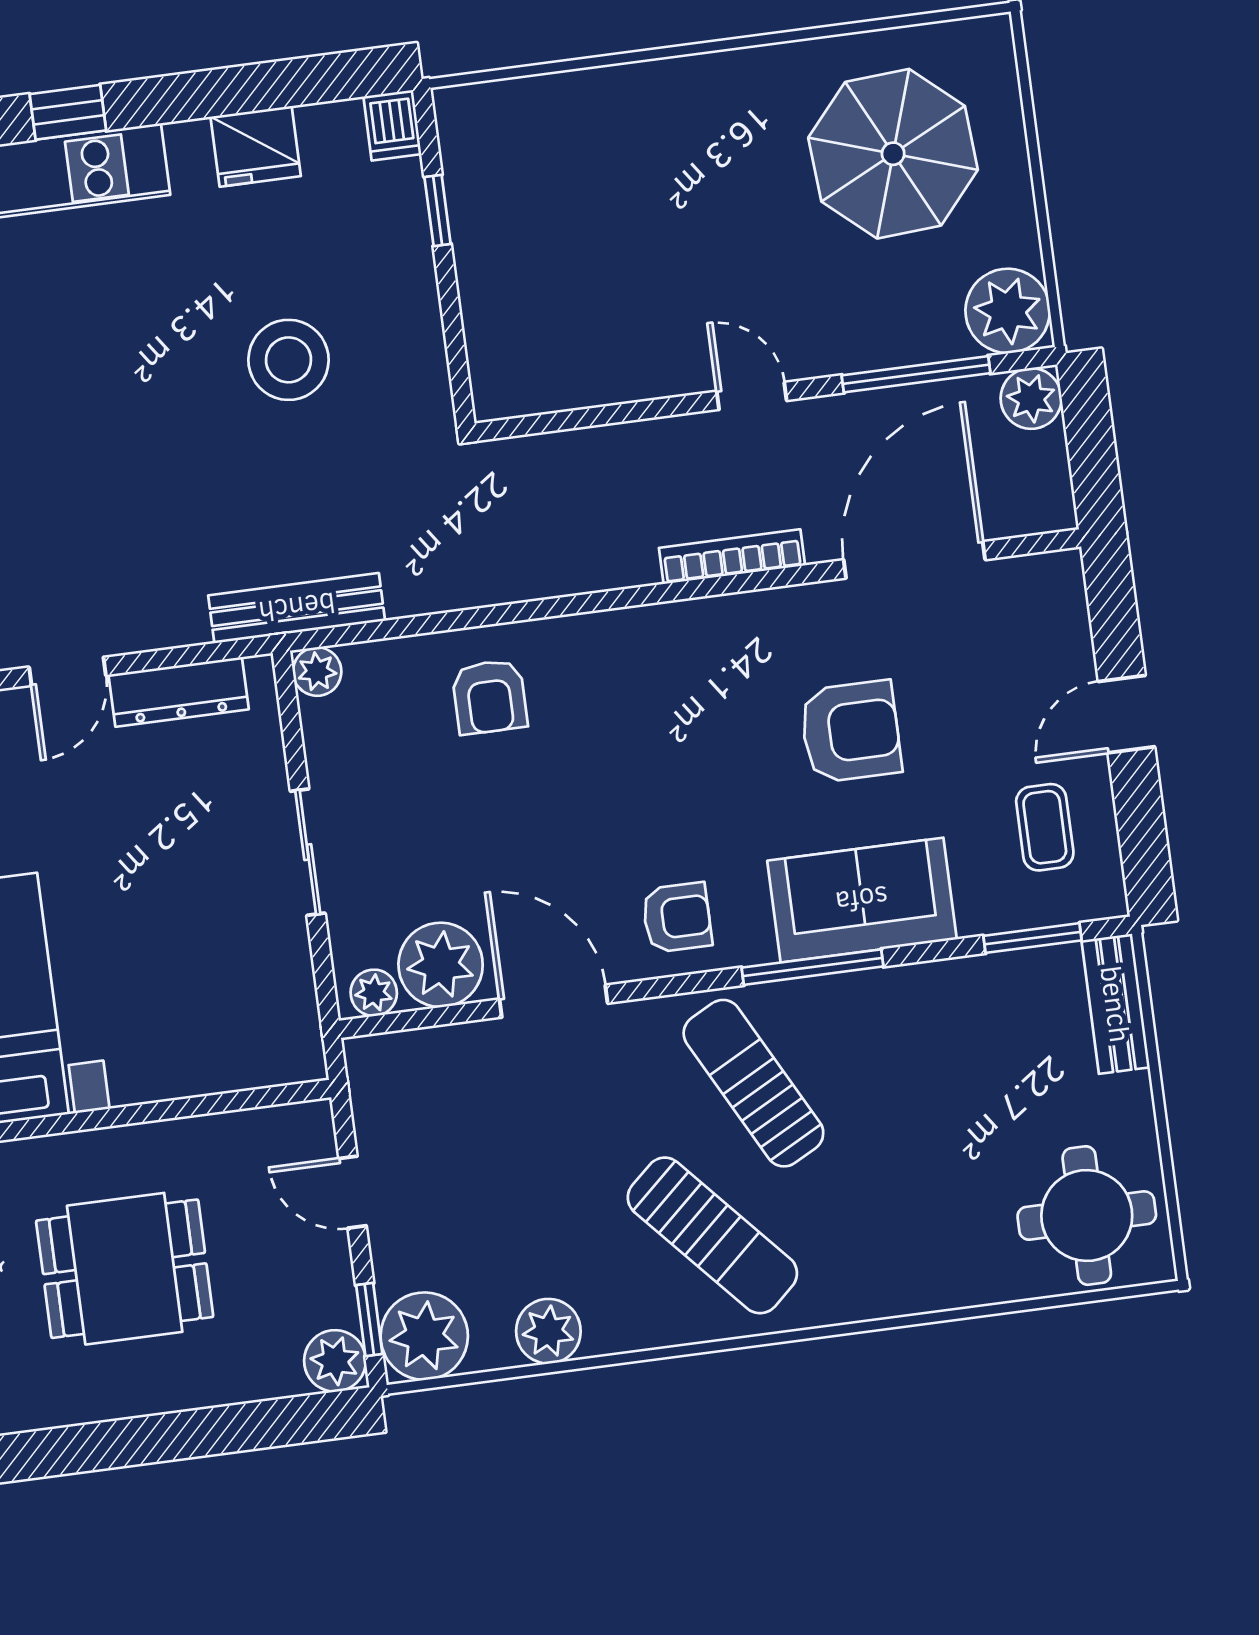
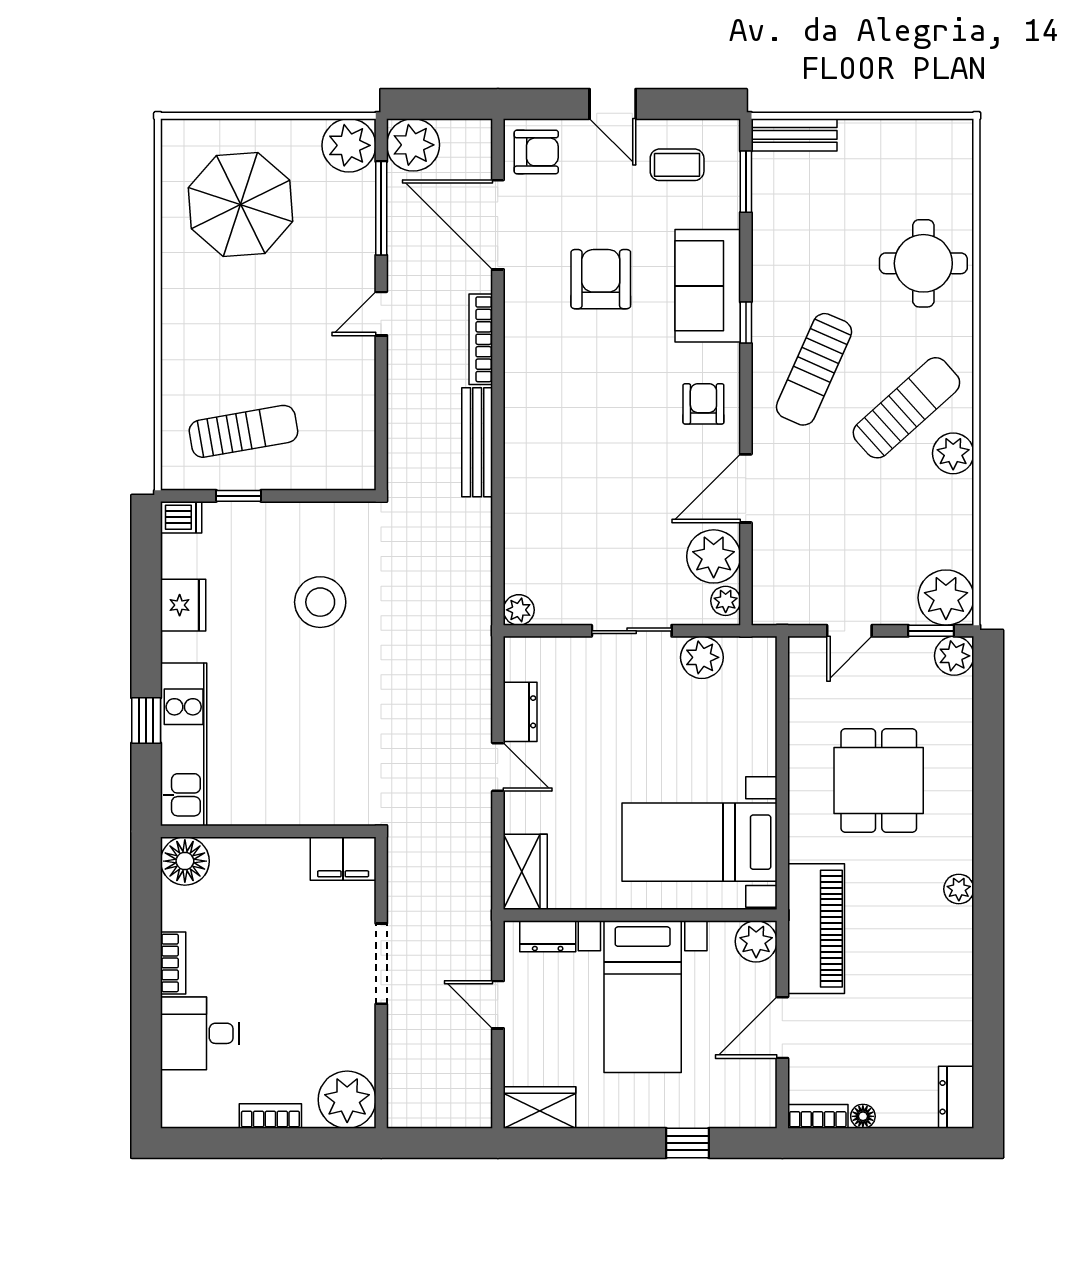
sun lounger: (539, 205) -> (243, 431), added
plant: (1031, 398) -> (413, 145), width x1.36, depth x1.36
bench: (297, 608) -> (477, 442), moved
dresser: (179, 692) -> (520, 712), width x0.70
armchair: (490, 697) -> (536, 152), moved
plant: (281, 967) -> (702, 657), added
window: (813, 967) -> (746, 323), width x0.46
sun lounger: (753, 1083) -> (814, 369), turned -38
round table: (1087, 1216) -> (923, 263), moved
plant: (548, 1331) -> (953, 453), moved

